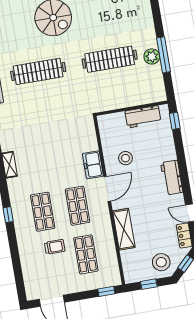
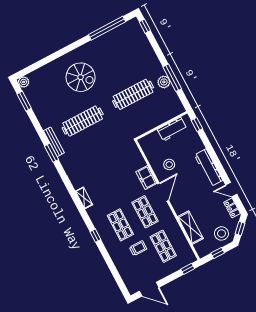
workbench: (172, 178) -> (209, 168), width x1.38
shelving: (124, 229) -> (190, 228), moved

